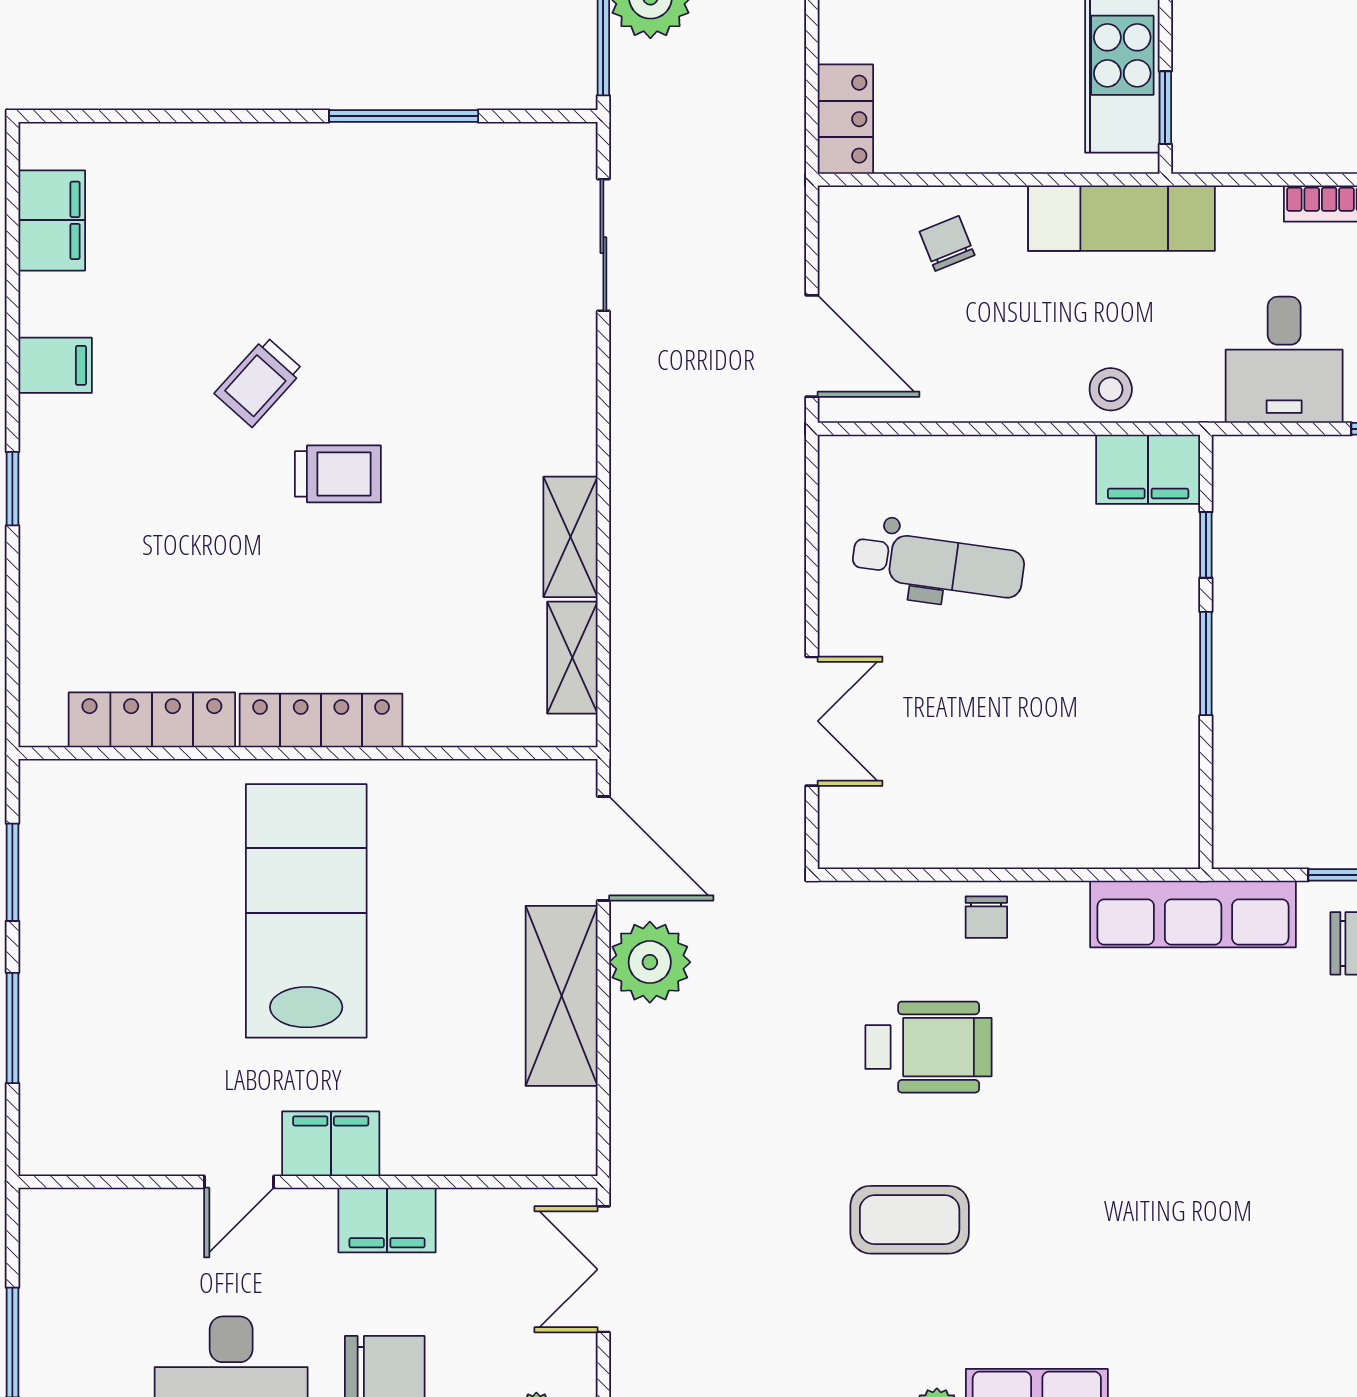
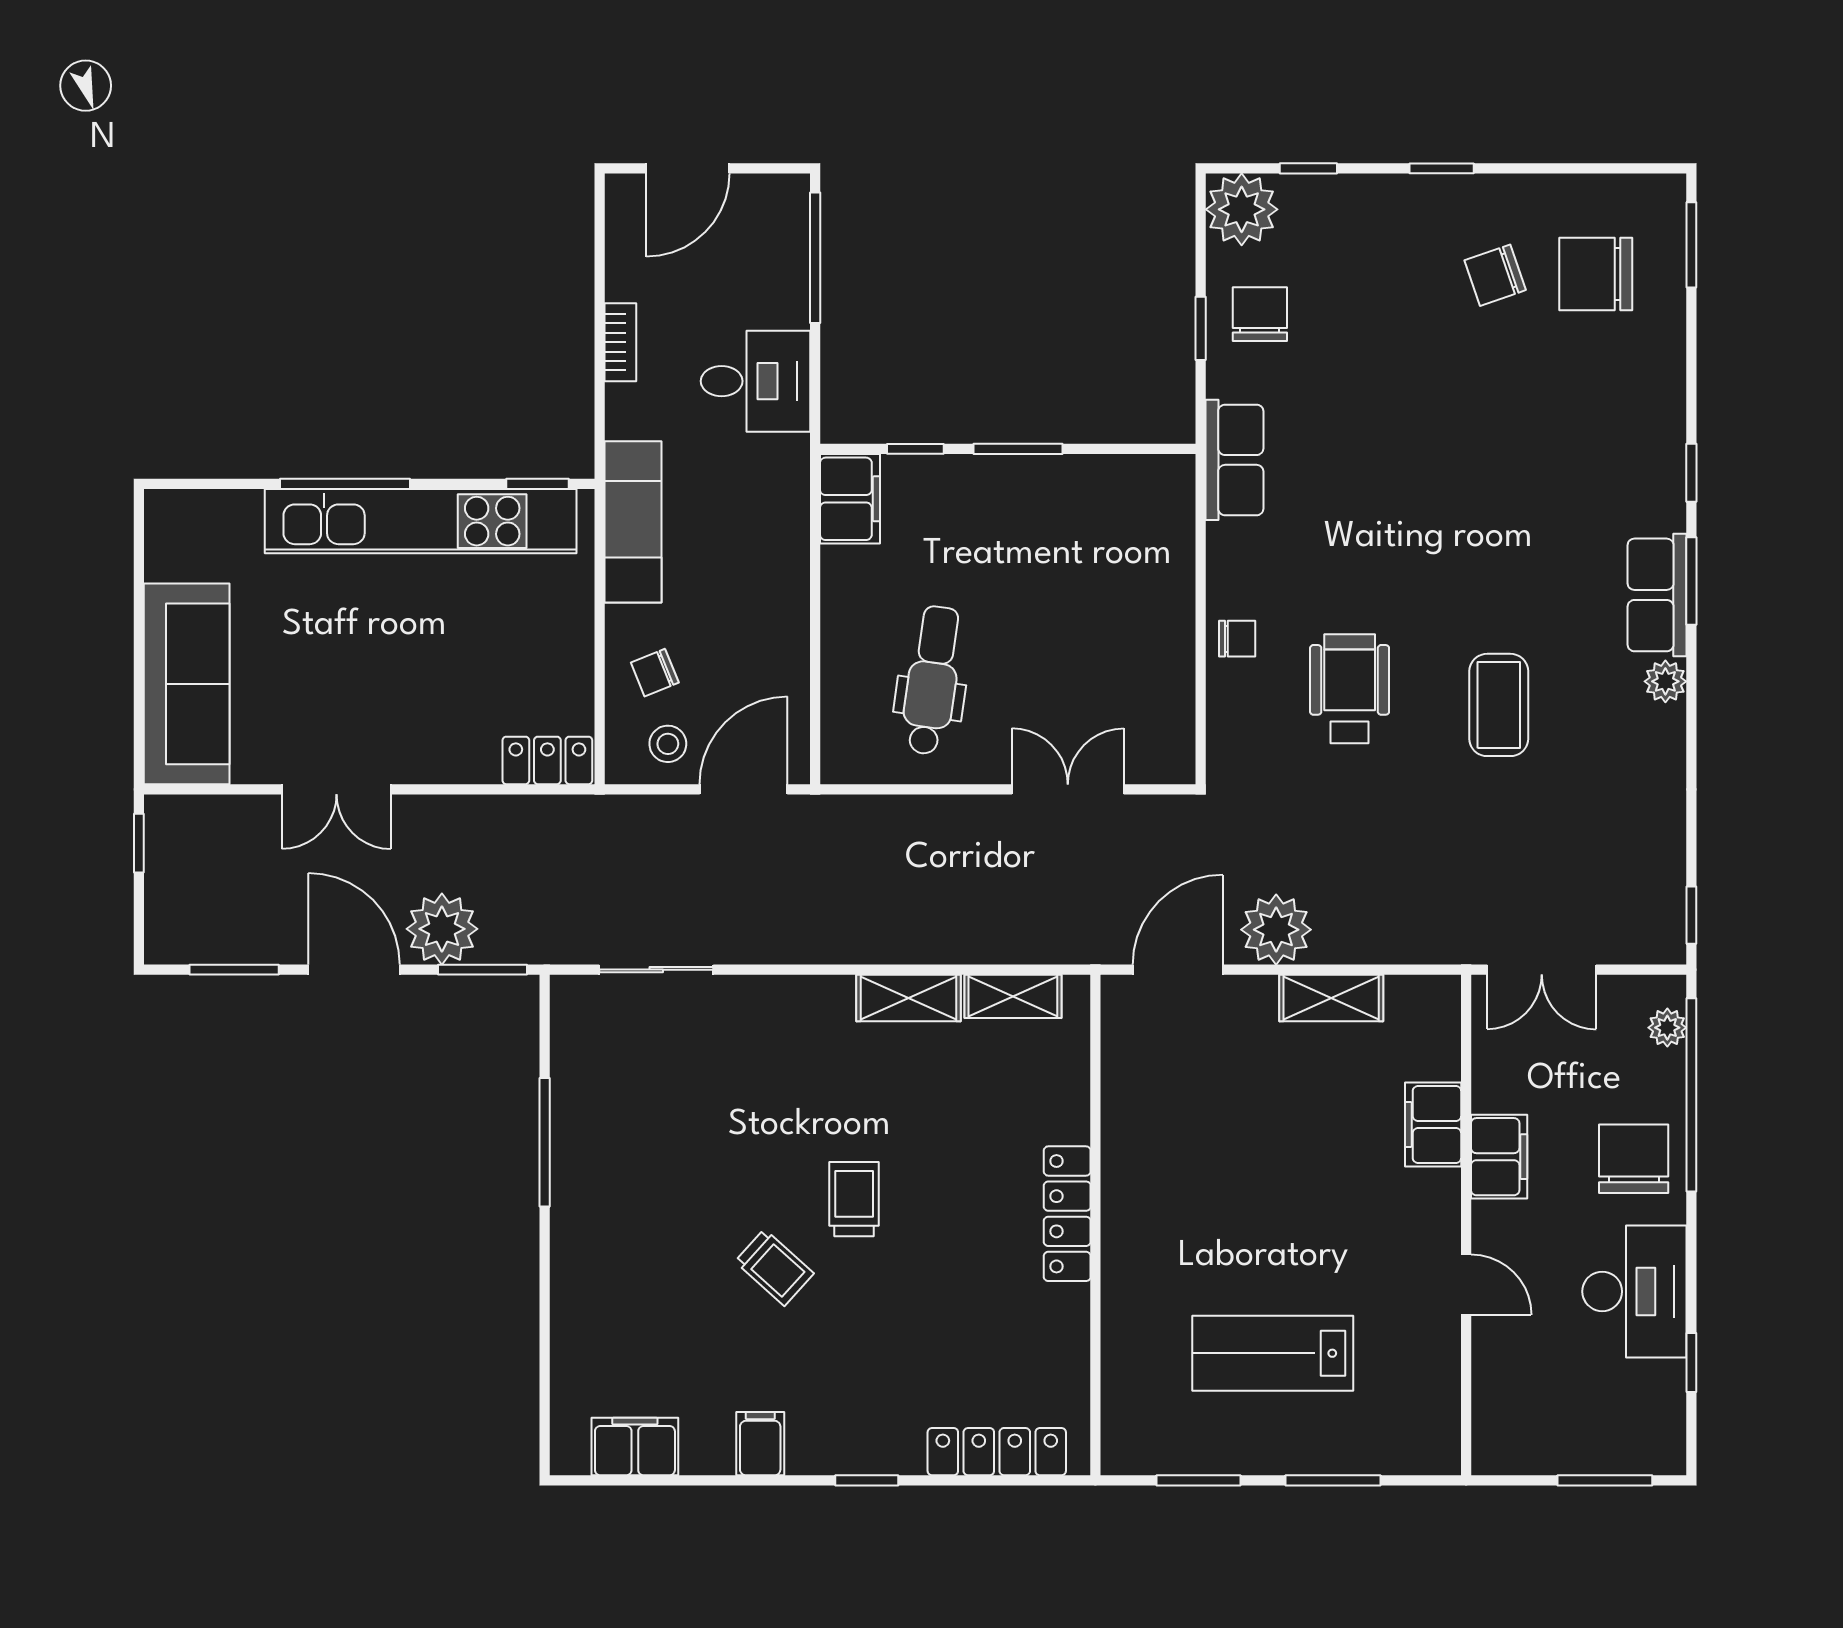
stool: (1111, 389) -> (668, 744), moved
locker: (152, 720) -> (997, 1452), moved, turned 90
lab bench: (306, 911) -> (1273, 1353), moved, width x0.73, depth x0.72
row of seats: (1193, 914) -> (1234, 460), width x0.68
shelving: (562, 996) -> (1331, 998), width x0.67, depth x0.75
filing cabinet: (331, 1144) -> (1433, 1124), moved

